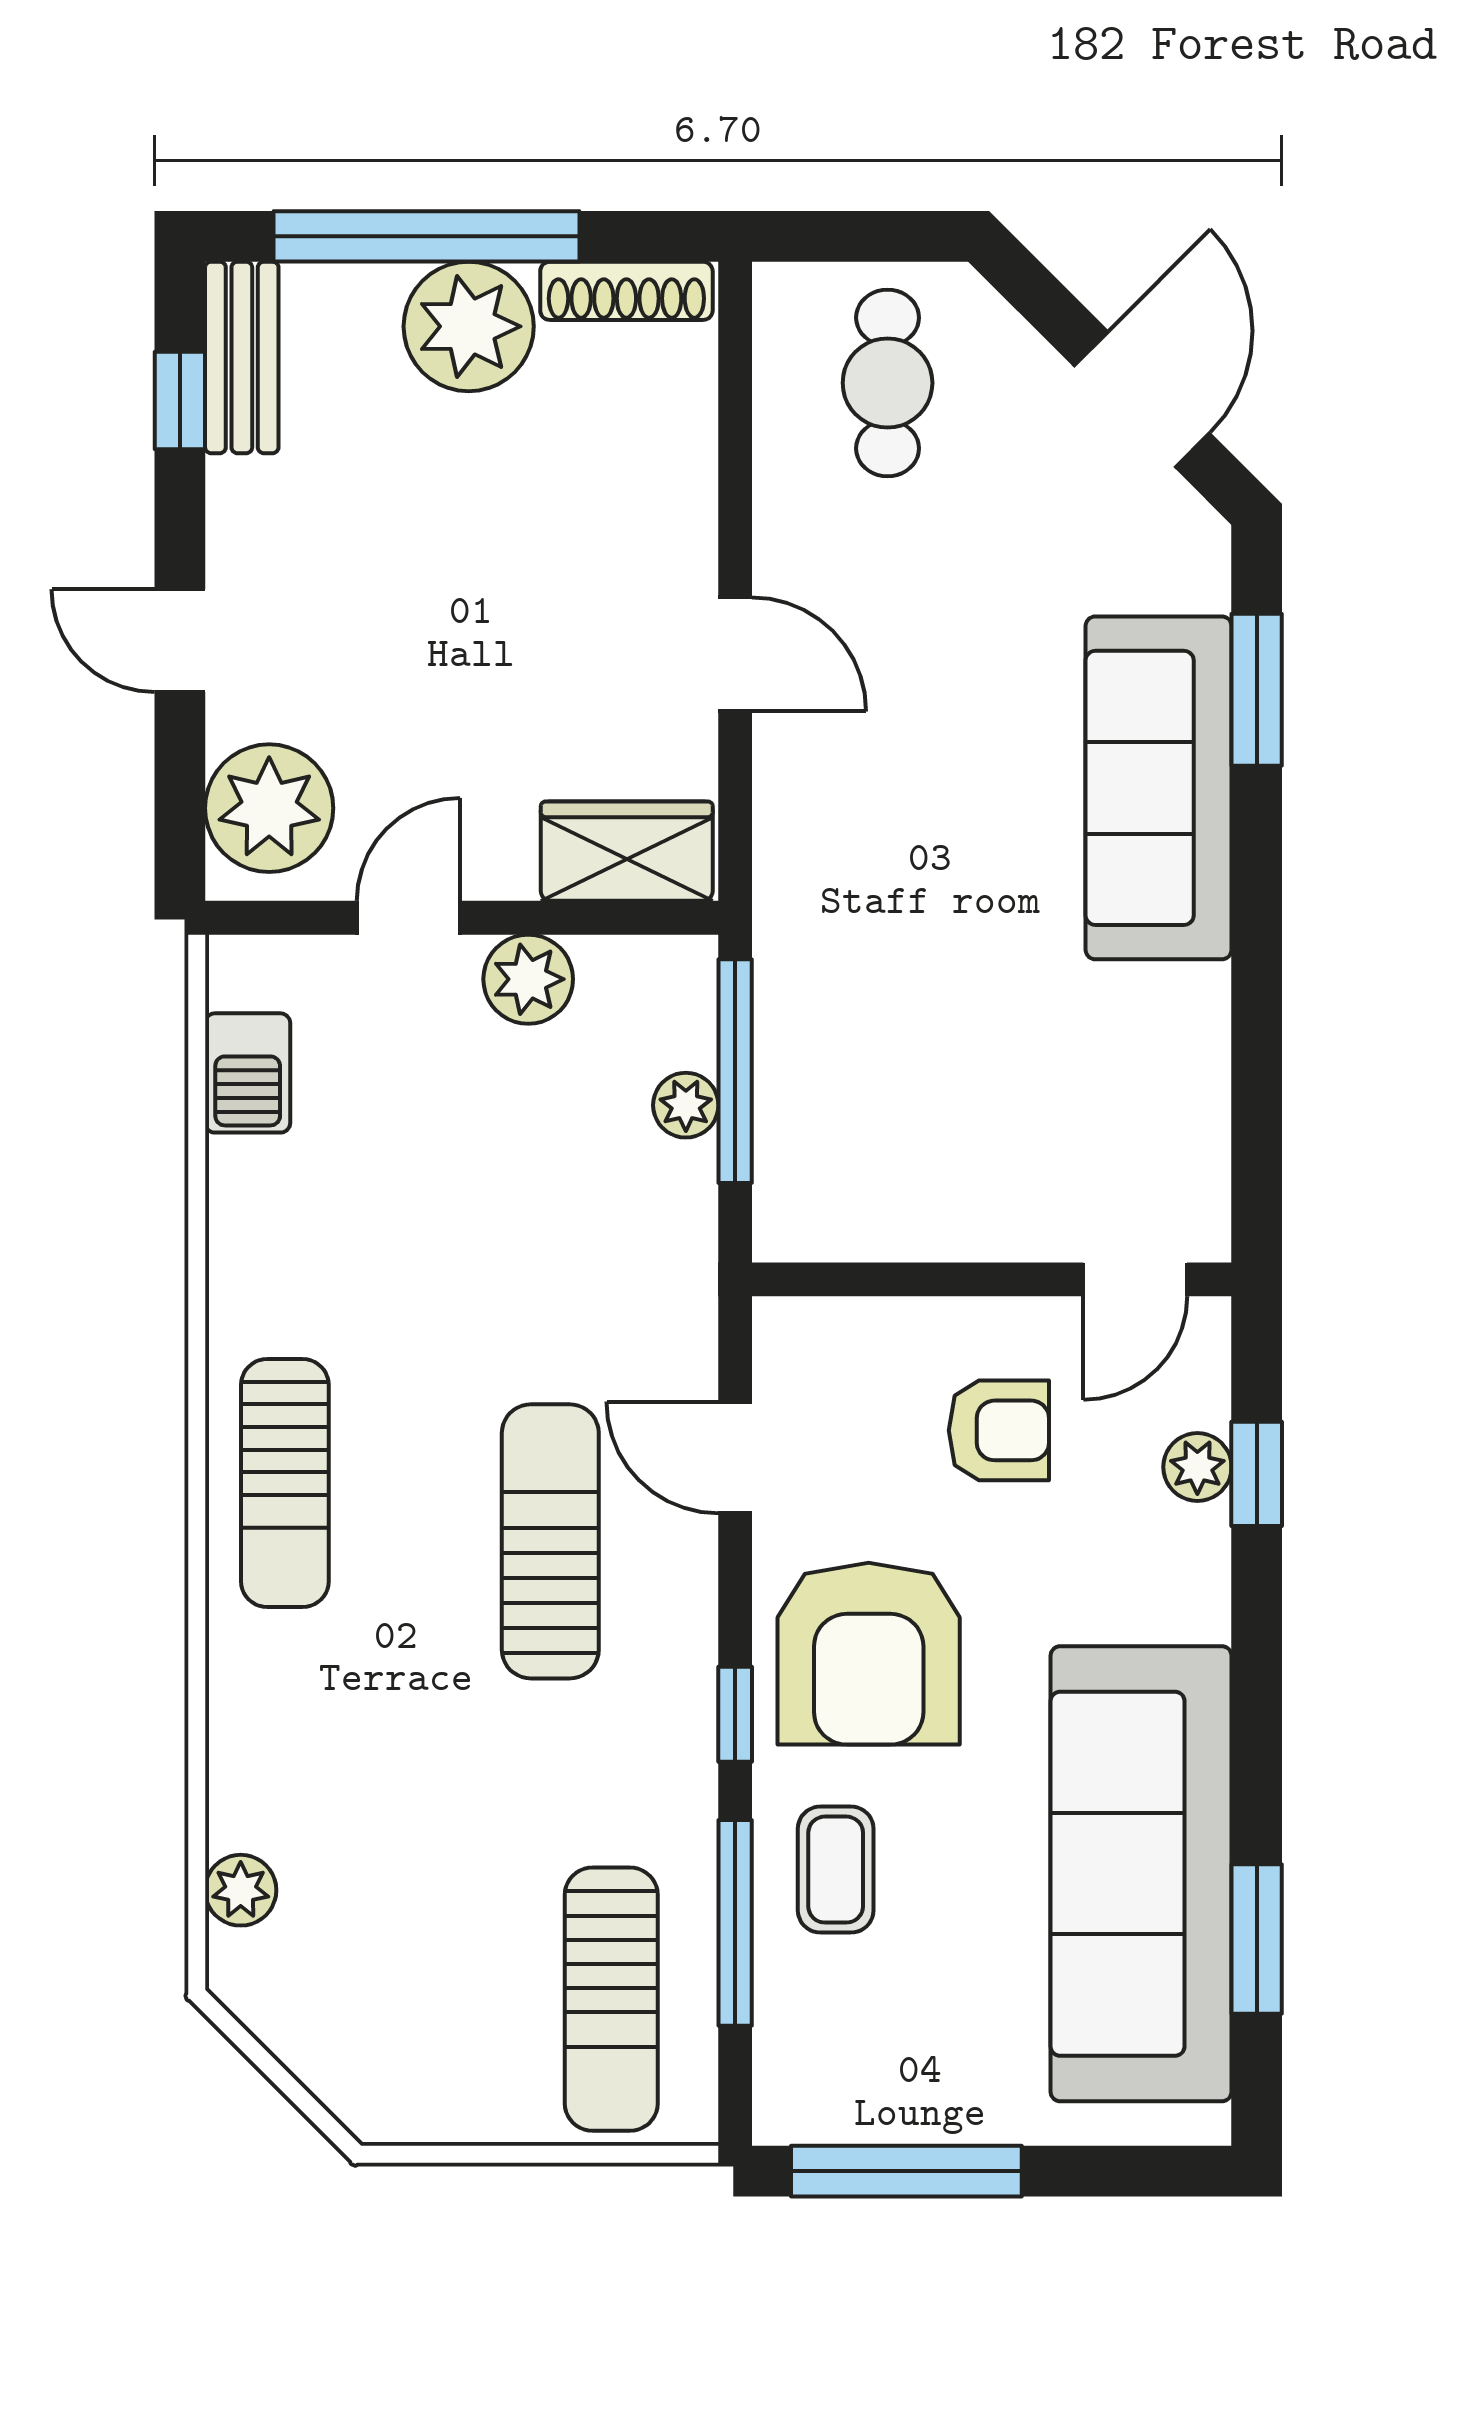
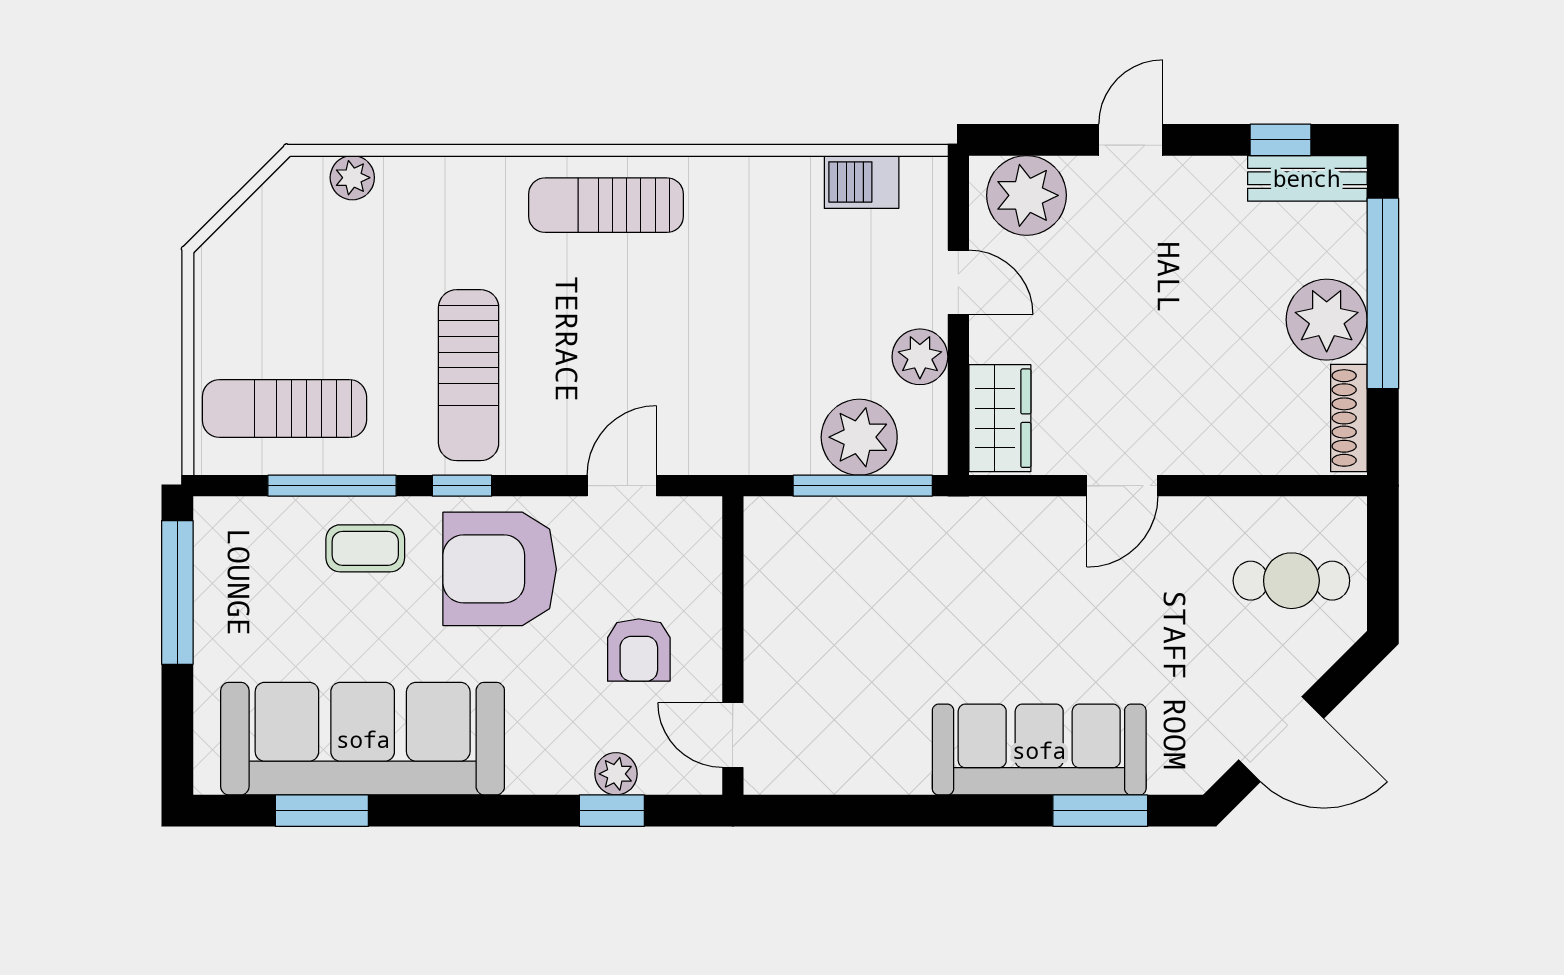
plant: (686, 1105) -> (859, 437), width x1.88, depth x1.88
sun lounger: (550, 1541) -> (469, 375), moved, turned 90

